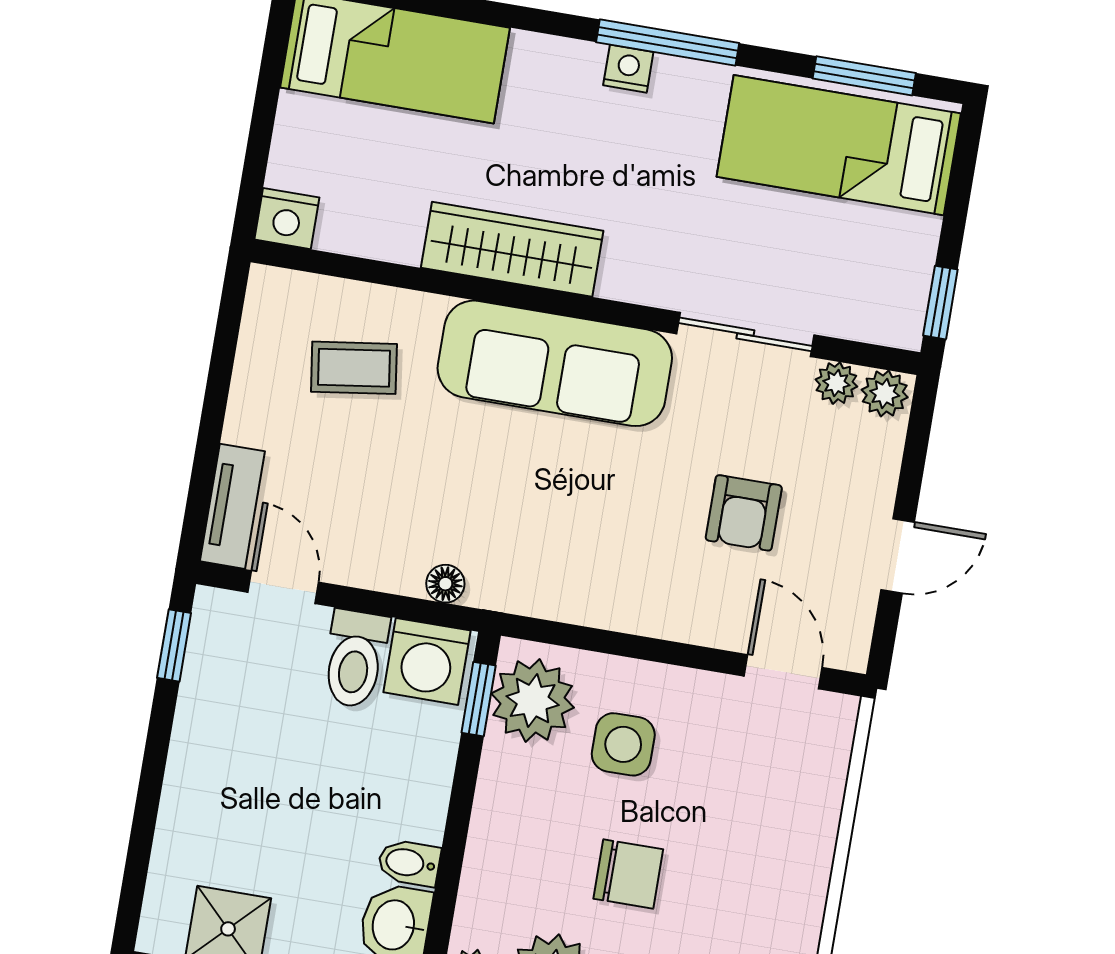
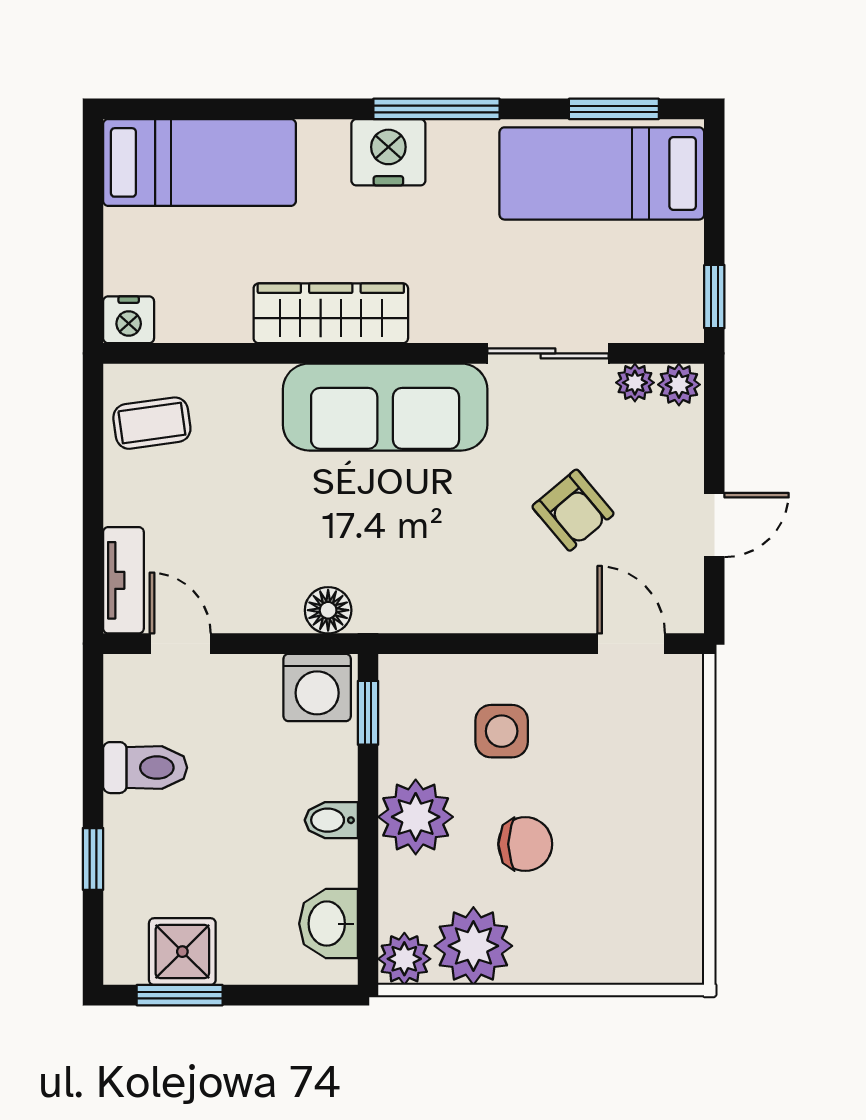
nightstand: (628, 69) -> (388, 152), width x1.89, depth x1.79
coffee table: (354, 368) -> (152, 423), moved
armchair: (744, 513) -> (573, 510), turned -40
floor lamp: (445, 584) -> (328, 610), width x1.37, depth x1.37
window: (174, 645) -> (93, 859), moved
toilet: (355, 659) -> (145, 768), moved, turned -90
plant: (533, 701) -> (416, 817), moved
bidet: (409, 863) -> (331, 820), moved

